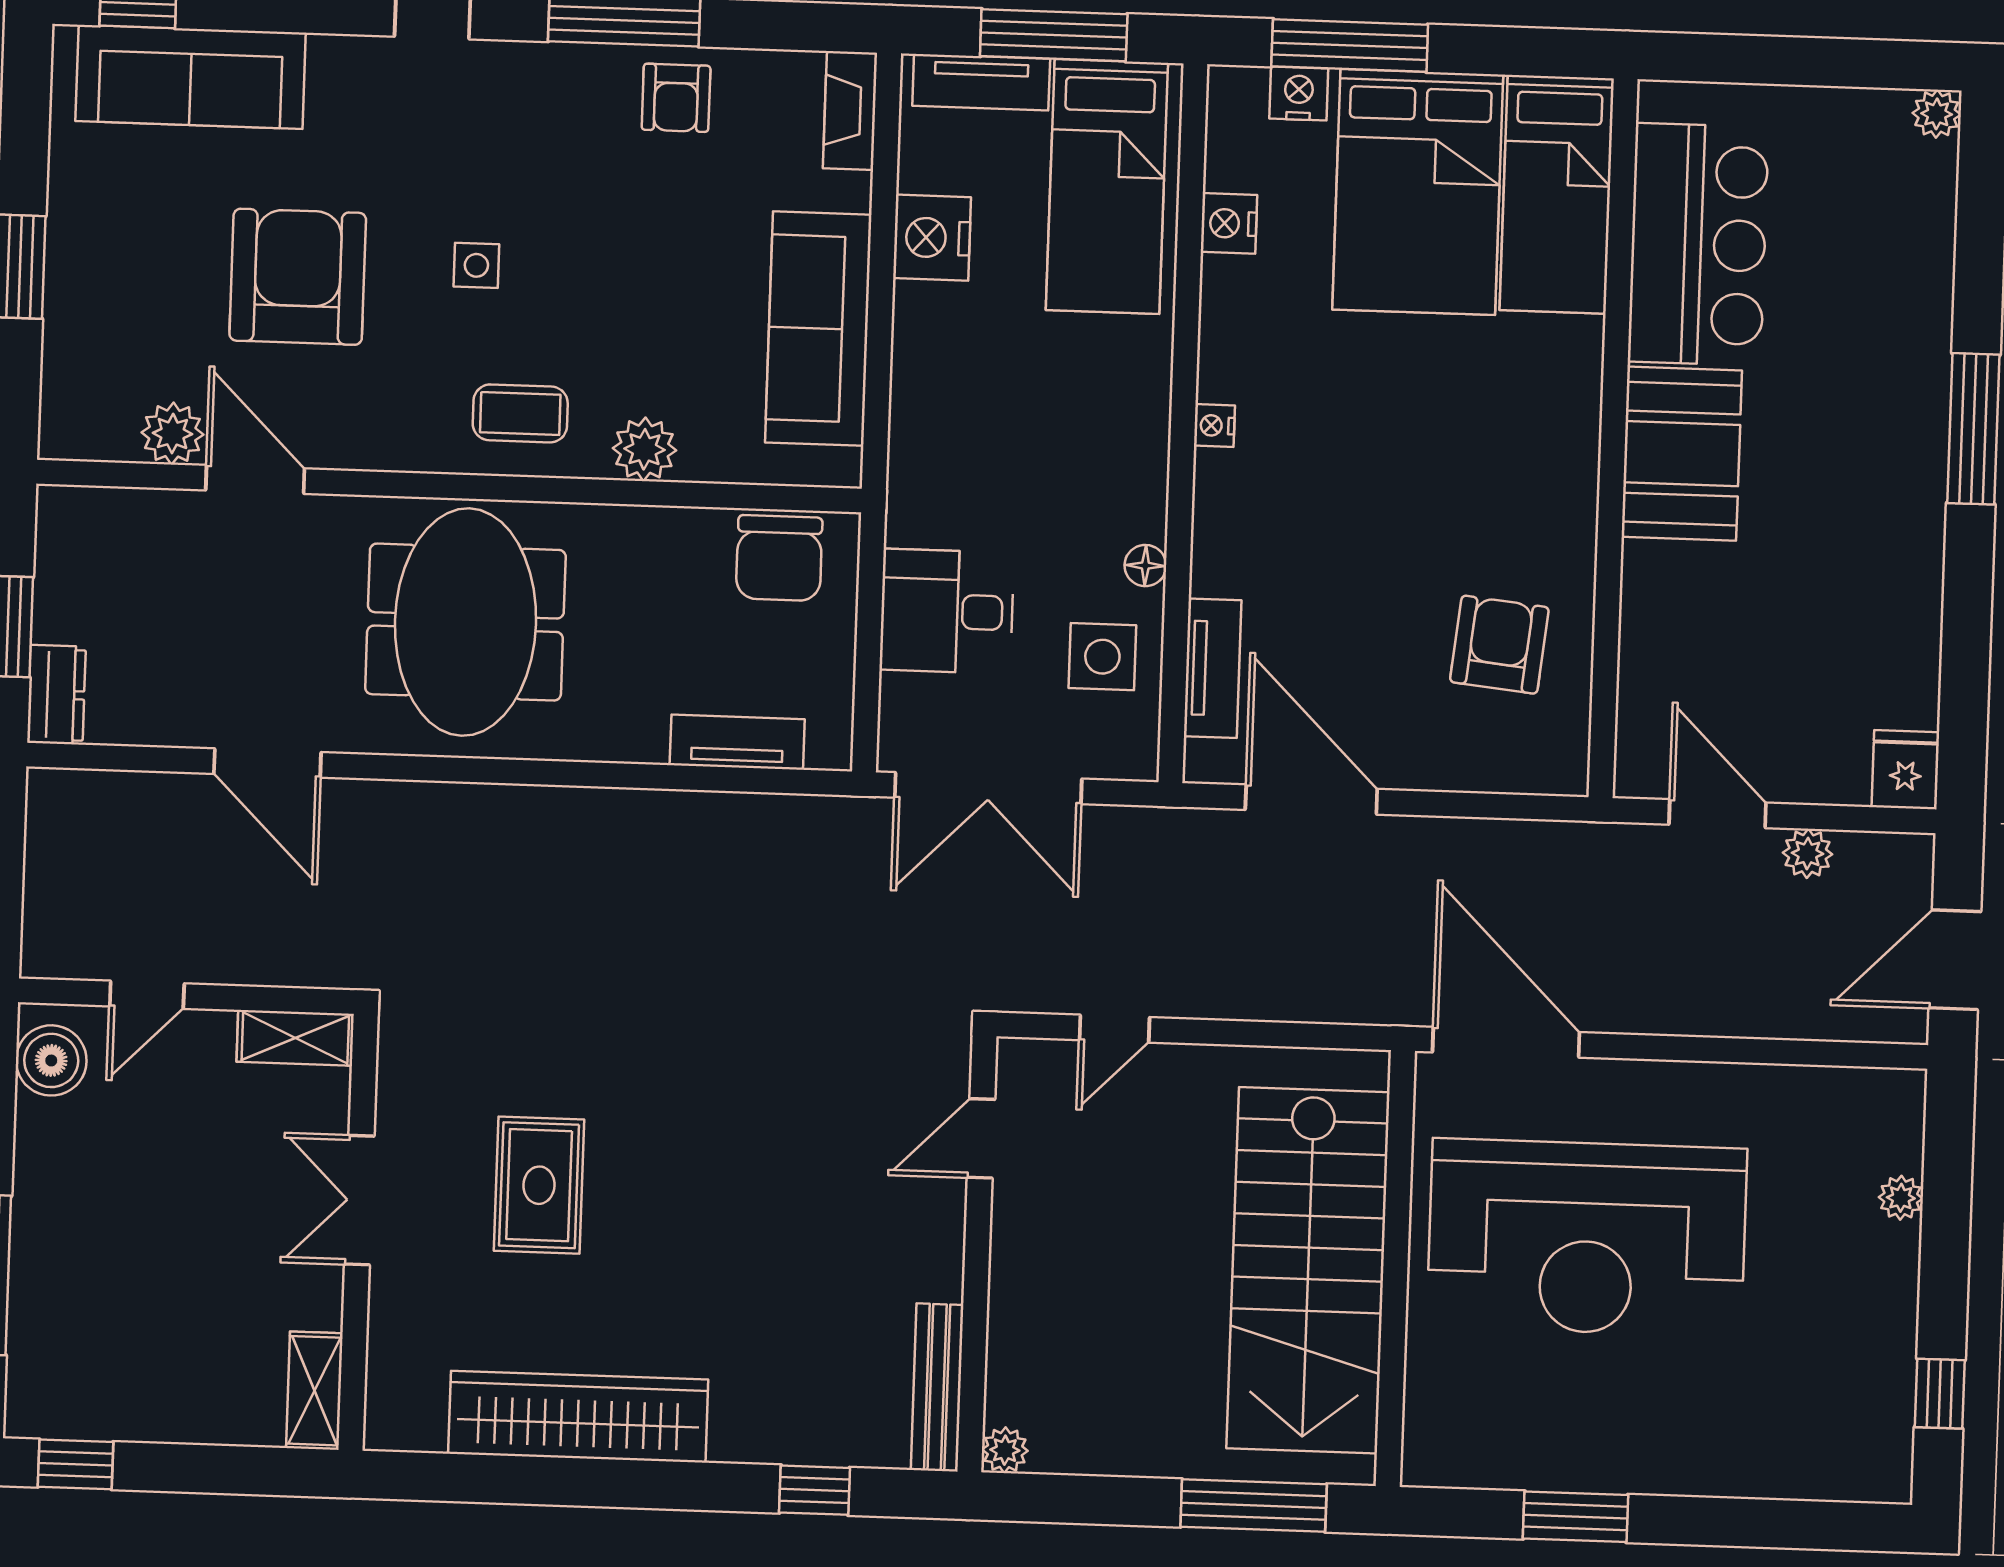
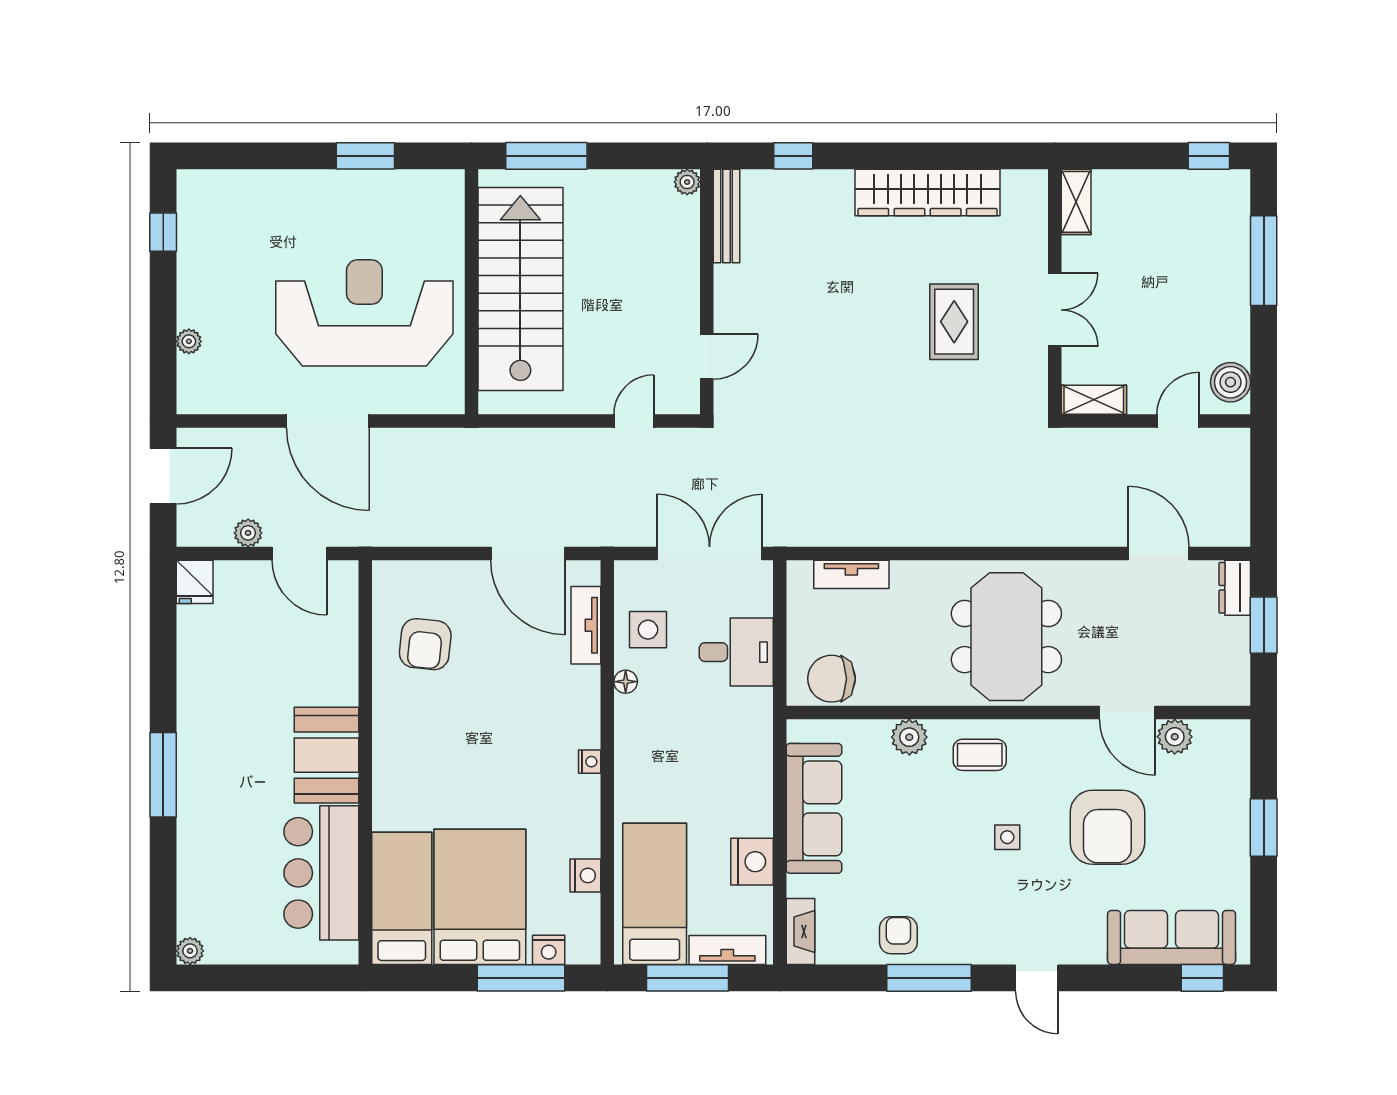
chair: (779, 558) -> (831, 679), turned -90
door: (267, 763) -> (1159, 554), moved
door: (1506, 1042) -> (328, 421), moved

